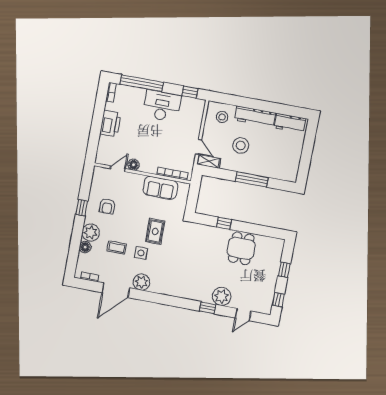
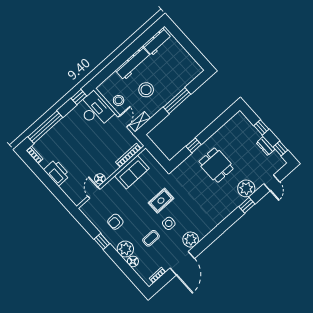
desk: (162, 106) -> (95, 110), moved, turned 90
stool: (222, 117) -> (119, 100), moved
door: (199, 147) -> (123, 121), hinge flipped
armchair: (107, 206) -> (115, 222), turned 90
rug: (155, 231) -> (161, 201), turned 90
dining table: (241, 248) -> (216, 165), moved
dresser: (271, 285) -> (266, 146), added

